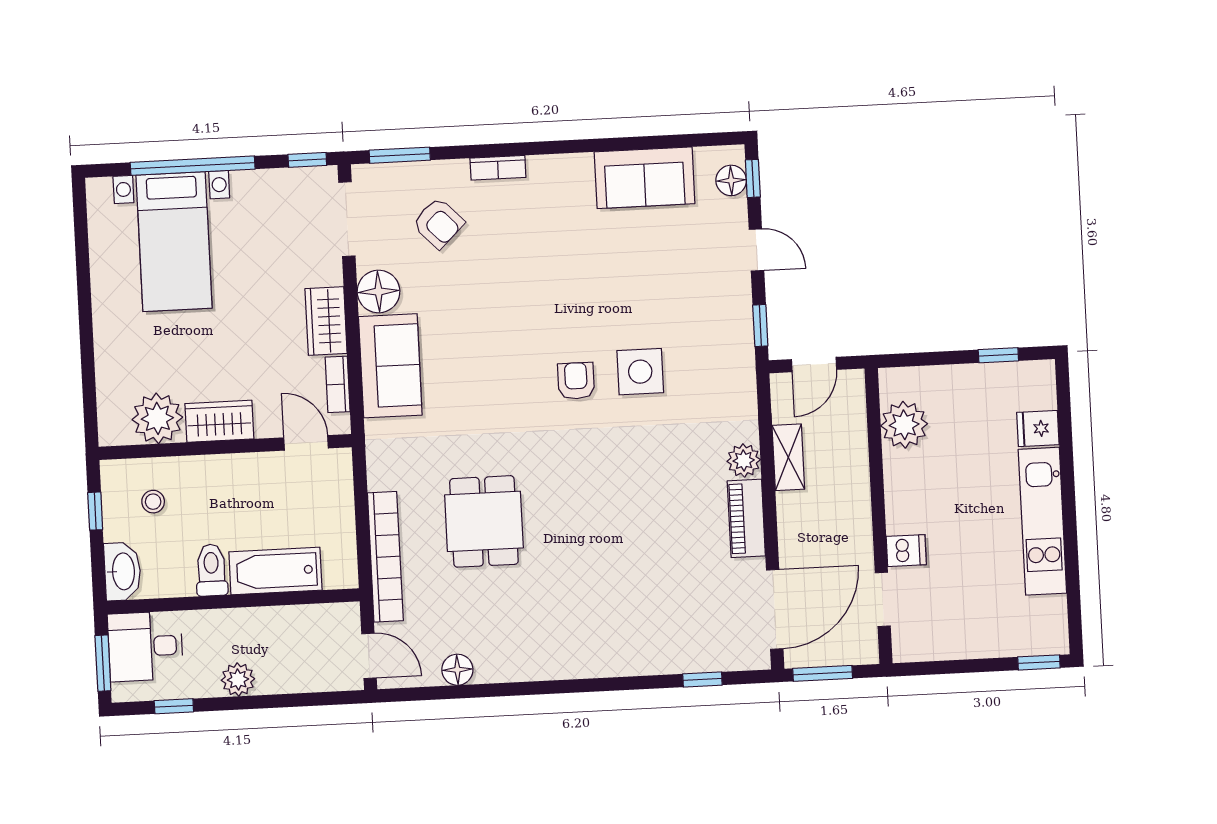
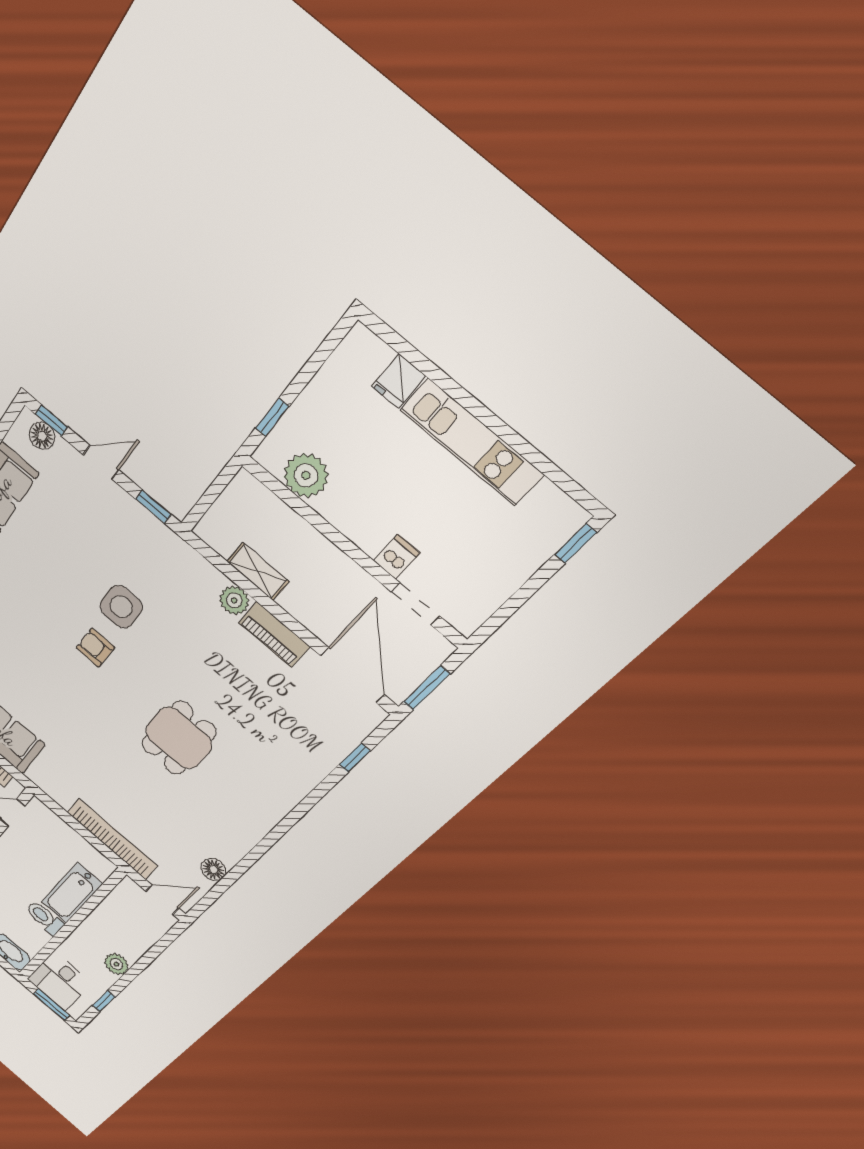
window: (998, 355) -> (272, 417), moved
door: (814, 365) -> (210, 497), removed
dining table: (484, 521) -> (179, 738), moved, turned 90

